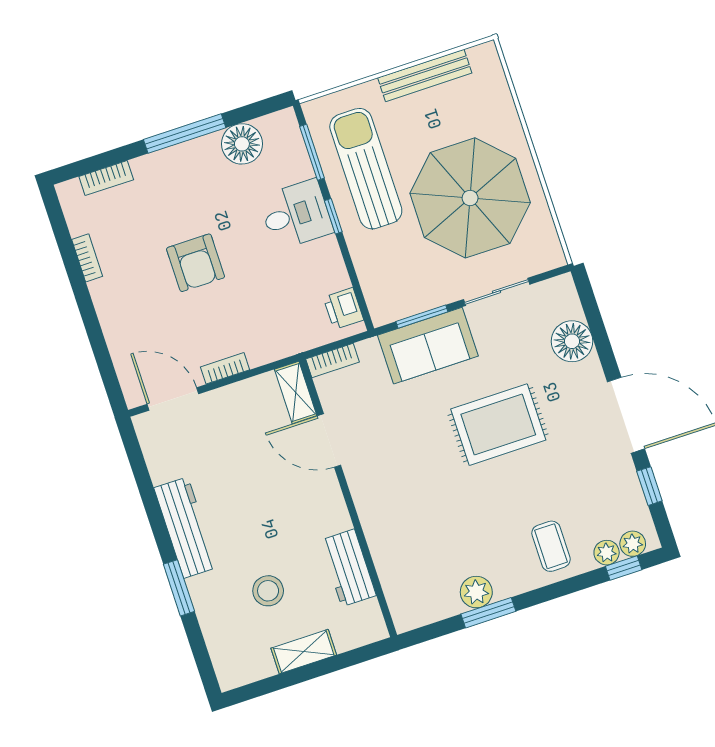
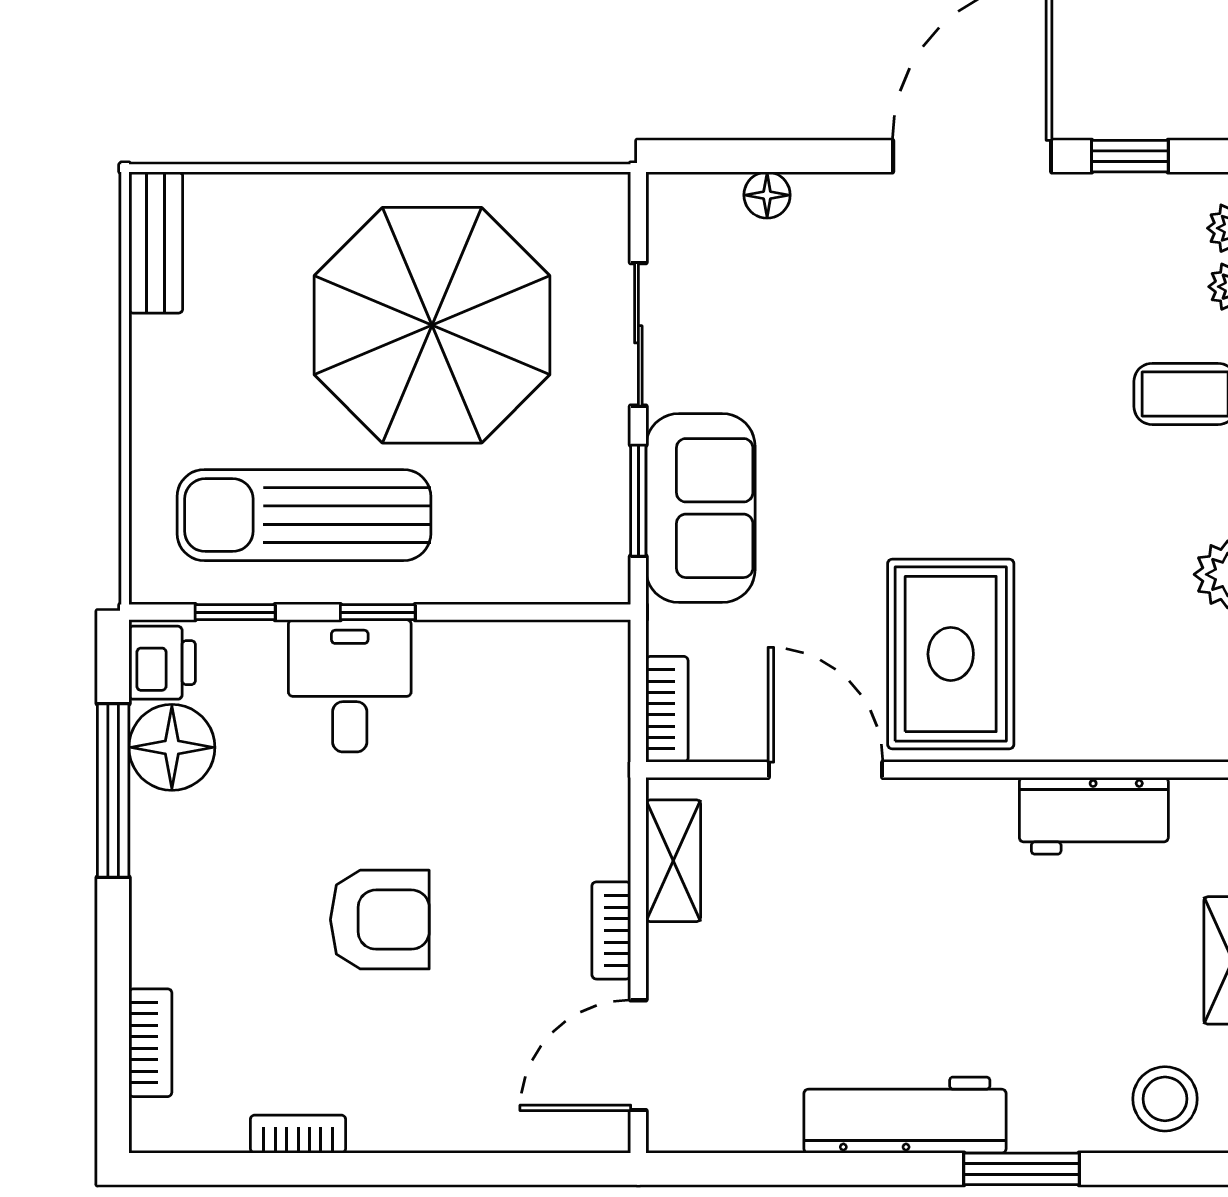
bench: (425, 75) -> (156, 243), moved, width x0.73
window: (185, 134) -> (113, 791), moved
window: (312, 152) -> (235, 612), width x0.67
printer: (343, 309) -> (162, 663), moved, turned -90
floor lamp: (572, 341) -> (767, 195), width x0.53, depth x0.53
shelving: (296, 392) -> (673, 861), moved, turned 90
rug: (498, 425) -> (951, 654), moved
door: (329, 441) -> (825, 770), swing flipped
stool: (268, 591) -> (1165, 1099), moved

